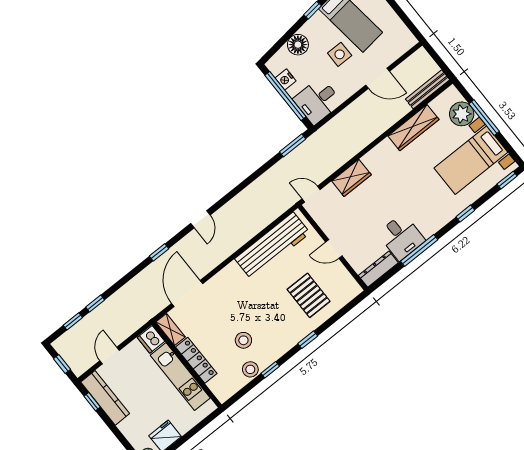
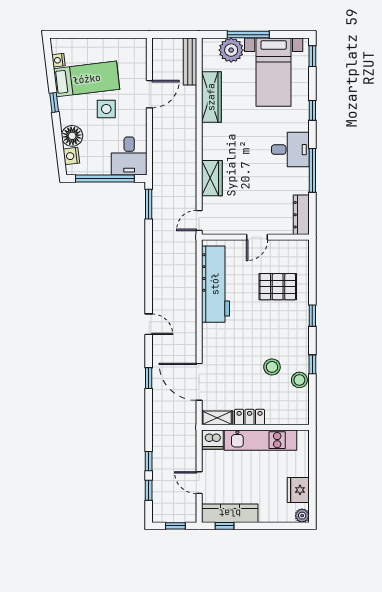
nightstand: (286, 79) -> (71, 156), moved, turned 83
desk: (401, 237) -> (290, 150), moved
locker: (196, 360) -> (250, 417), width x0.66

